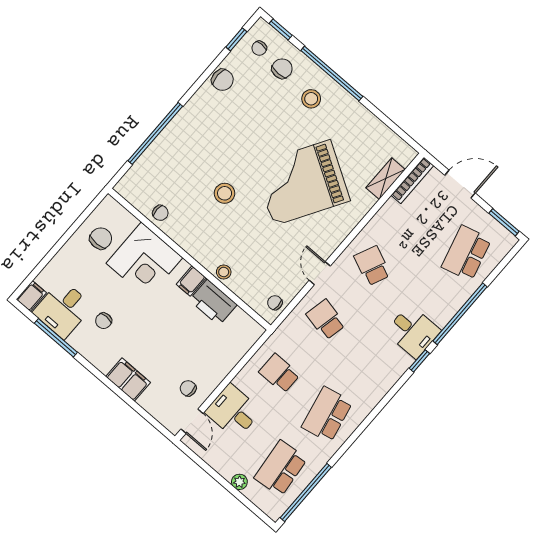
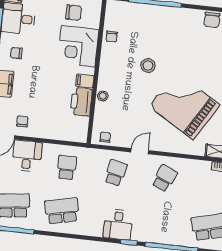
chair: (104, 321) -> (16, 53), moved
desk: (413, 331) -> (118, 224), moved

